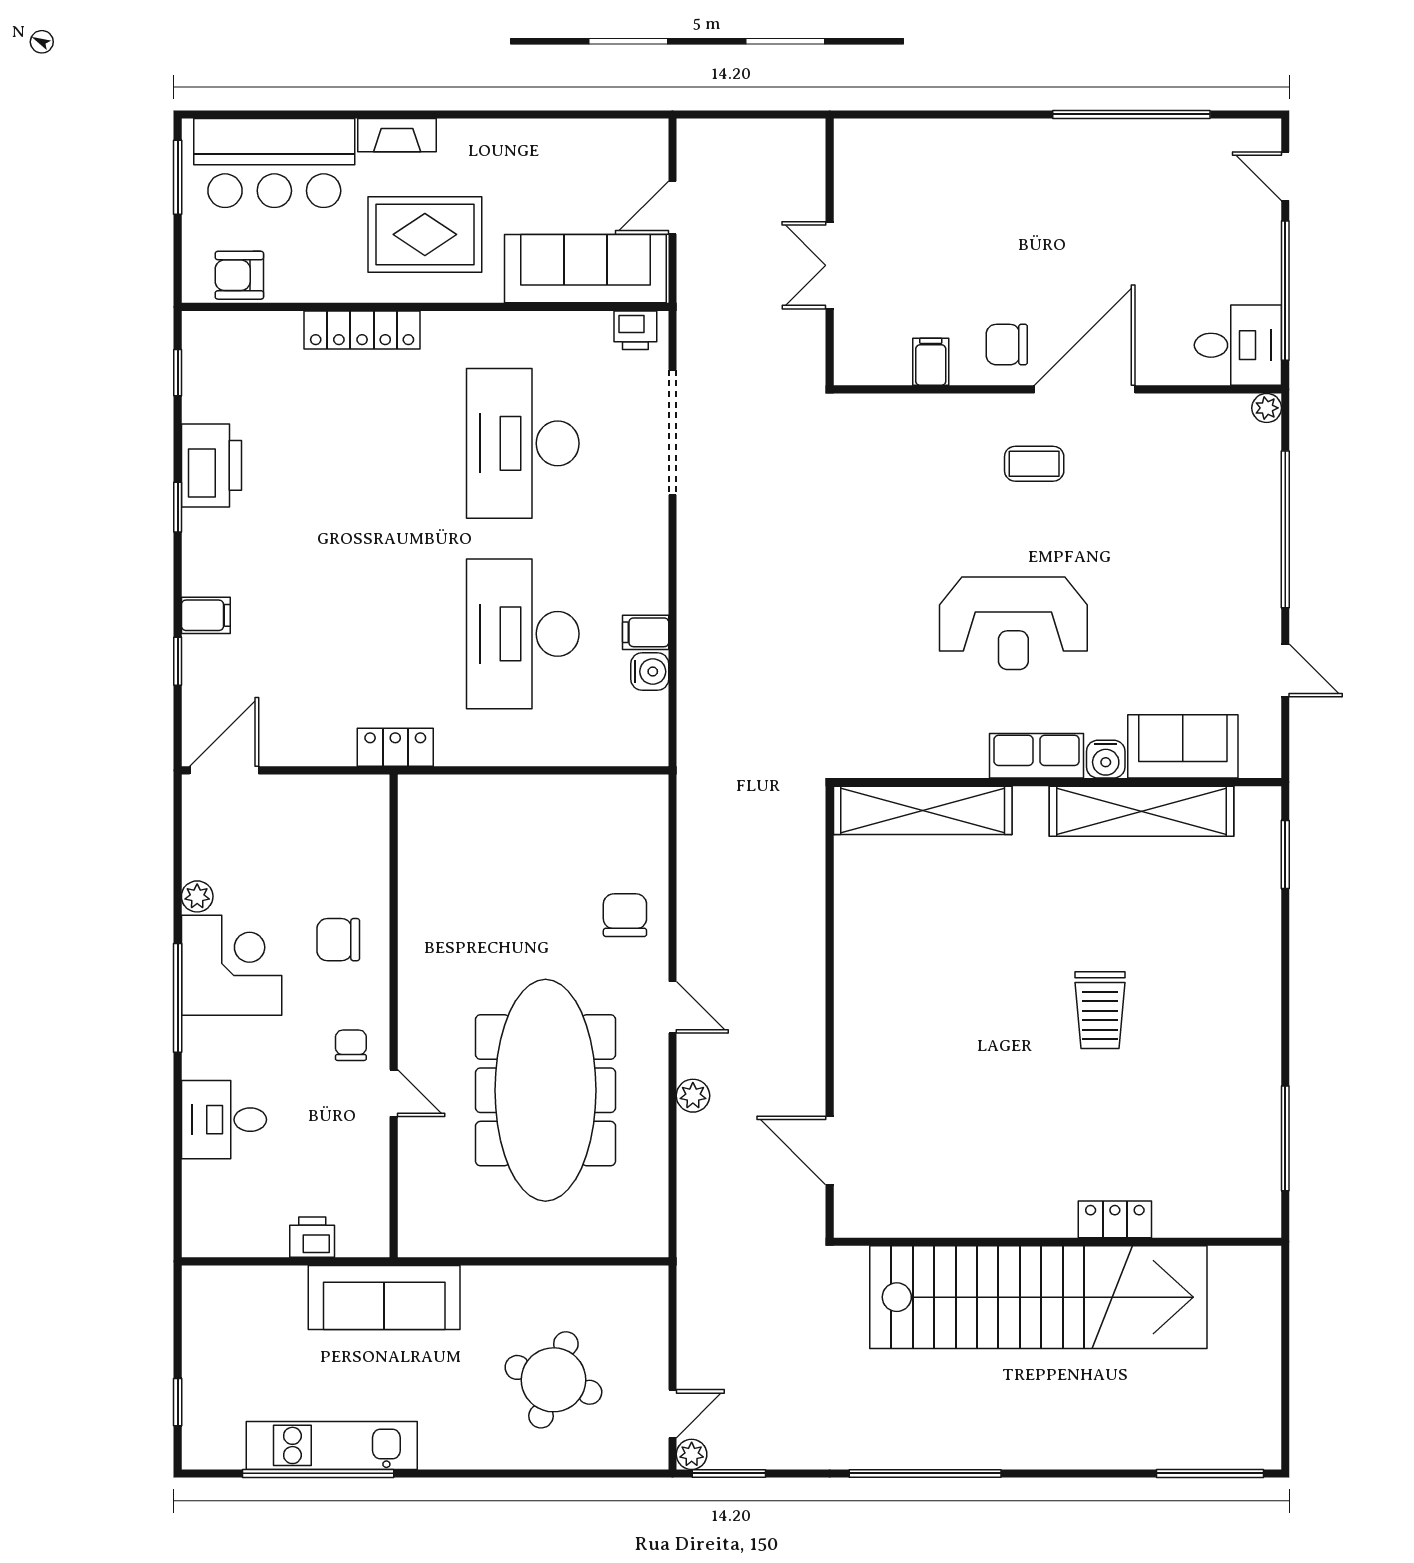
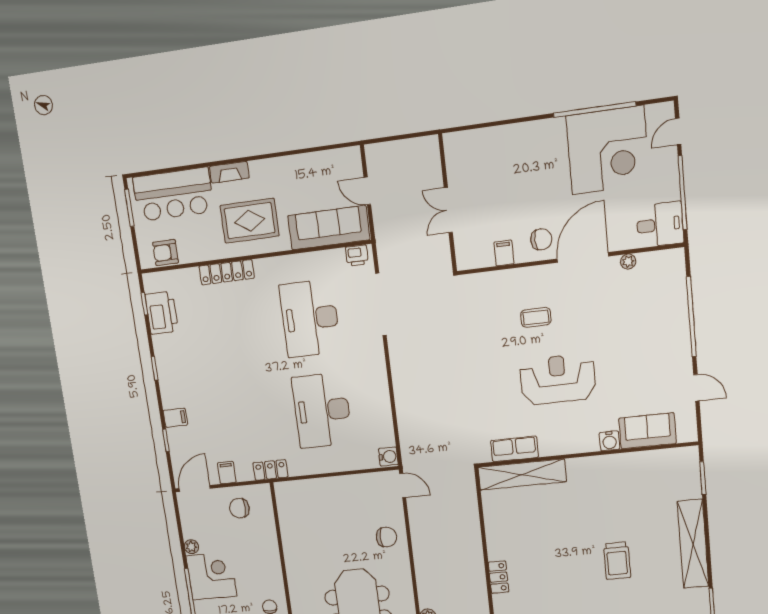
door: (1285, 176) -> (678, 132), hinge flipped
corner desk: (1150, 193) -> (608, 150), added
door: (672, 208) -> (367, 191), hinge flipped
chair: (1007, 345) -> (541, 239), turned 180
plant: (1267, 408) -> (628, 262), moved
coffee table: (1034, 464) -> (536, 317), moved
printer: (211, 465) -> (162, 313), moved
reception desk: (1013, 623) -> (558, 379), turned 180
filing cabinet: (646, 632) -> (227, 473), moved, turned 90
water cooler: (650, 672) -> (388, 457), moved
row of seats: (1037, 756) -> (514, 449), moved
shelving: (1142, 811) -> (693, 544), moved, turned 90
chair: (625, 915) -> (386, 537), turned 90
chair: (338, 940) -> (239, 508), moved
door: (672, 1007) -> (403, 485), moved
locker: (852, 1023) -> (498, 577), added

